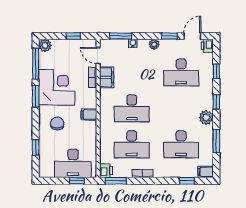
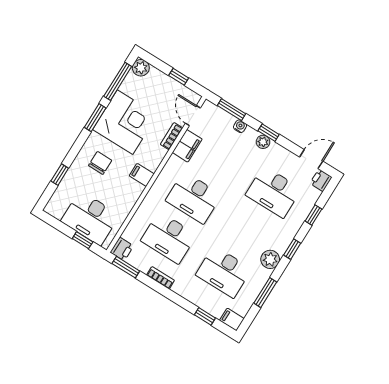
window: (169, 36) -> (269, 133), moved

